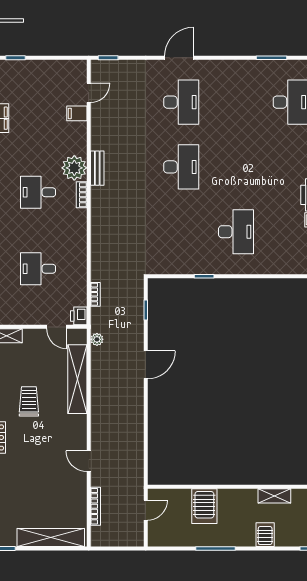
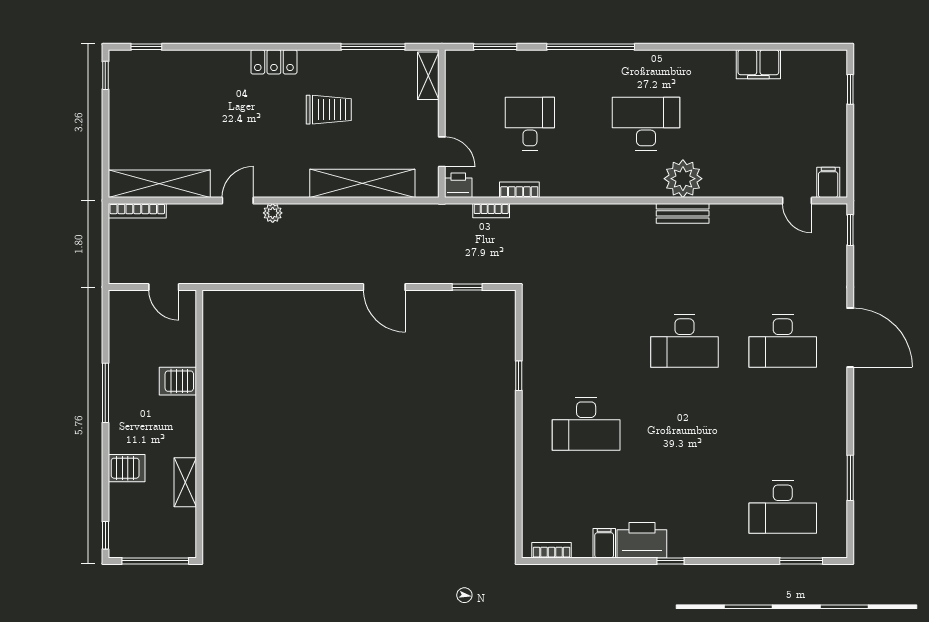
door: (179, 58) -> (850, 338), width x1.36
filing cabinet: (77, 113) -> (828, 182), moved
desk: (38, 192) -> (646, 124), width x1.37
bookcase: (82, 195) -> (519, 190), moved
door: (57, 327) -> (442, 152), swing flipped
plant: (97, 339) -> (273, 213), moved
bookcase: (95, 506) -> (137, 211), moved
server rack: (204, 506) -> (178, 381), width x0.73, depth x0.70
shelving: (51, 537) -> (159, 184), moved, turned 90

